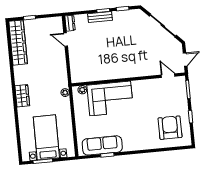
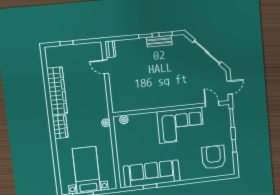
bench: (100, 17) -> (159, 41), moved
wardrobe: (18, 43) -> (57, 91), moved
corner sofa: (110, 98) -> (181, 125), moved
sofa: (102, 145) -> (152, 174), width x1.36, depth x1.27

